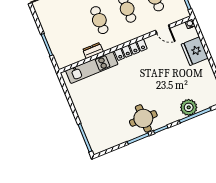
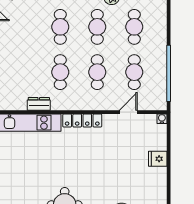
door: (163, 29) -> (128, 112), swing flipped
fridge: (195, 51) -> (158, 159), width x0.53, depth x0.75

